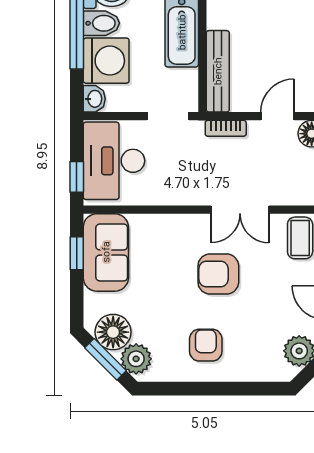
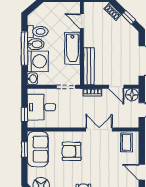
door: (278, 116) -> (116, 87), swing flipped
desk: (114, 161) -> (41, 107), width x0.73
double door: (240, 210) -> (99, 130), swing flipped
armchair: (218, 274) -> (72, 151), moved

